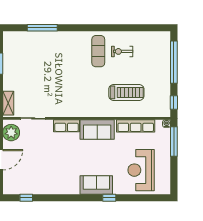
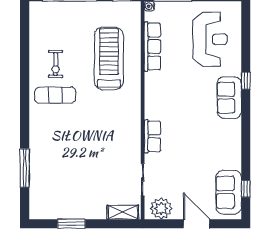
treadmill: (126, 92) -> (109, 59), width x1.37, depth x1.38
sofa: (97, 129) -> (229, 192), moved, turned 180
reception desk: (141, 170) -> (210, 39), turned -90

